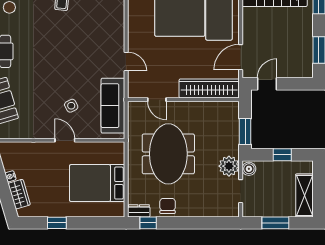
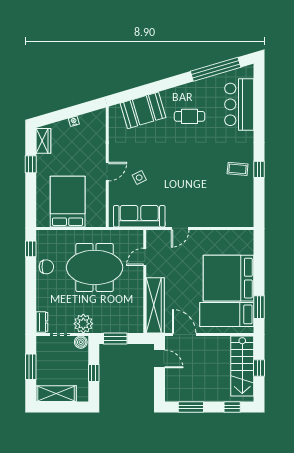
wardrobe: (19, 194) -> (43, 141), moved, turned -74
dresser: (139, 211) -> (42, 322), moved

